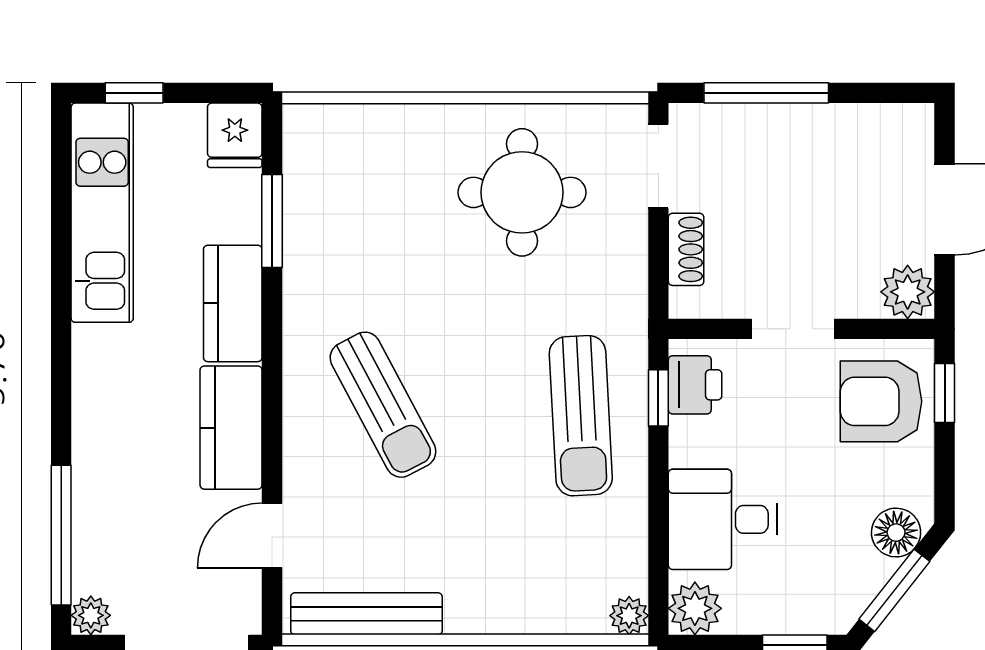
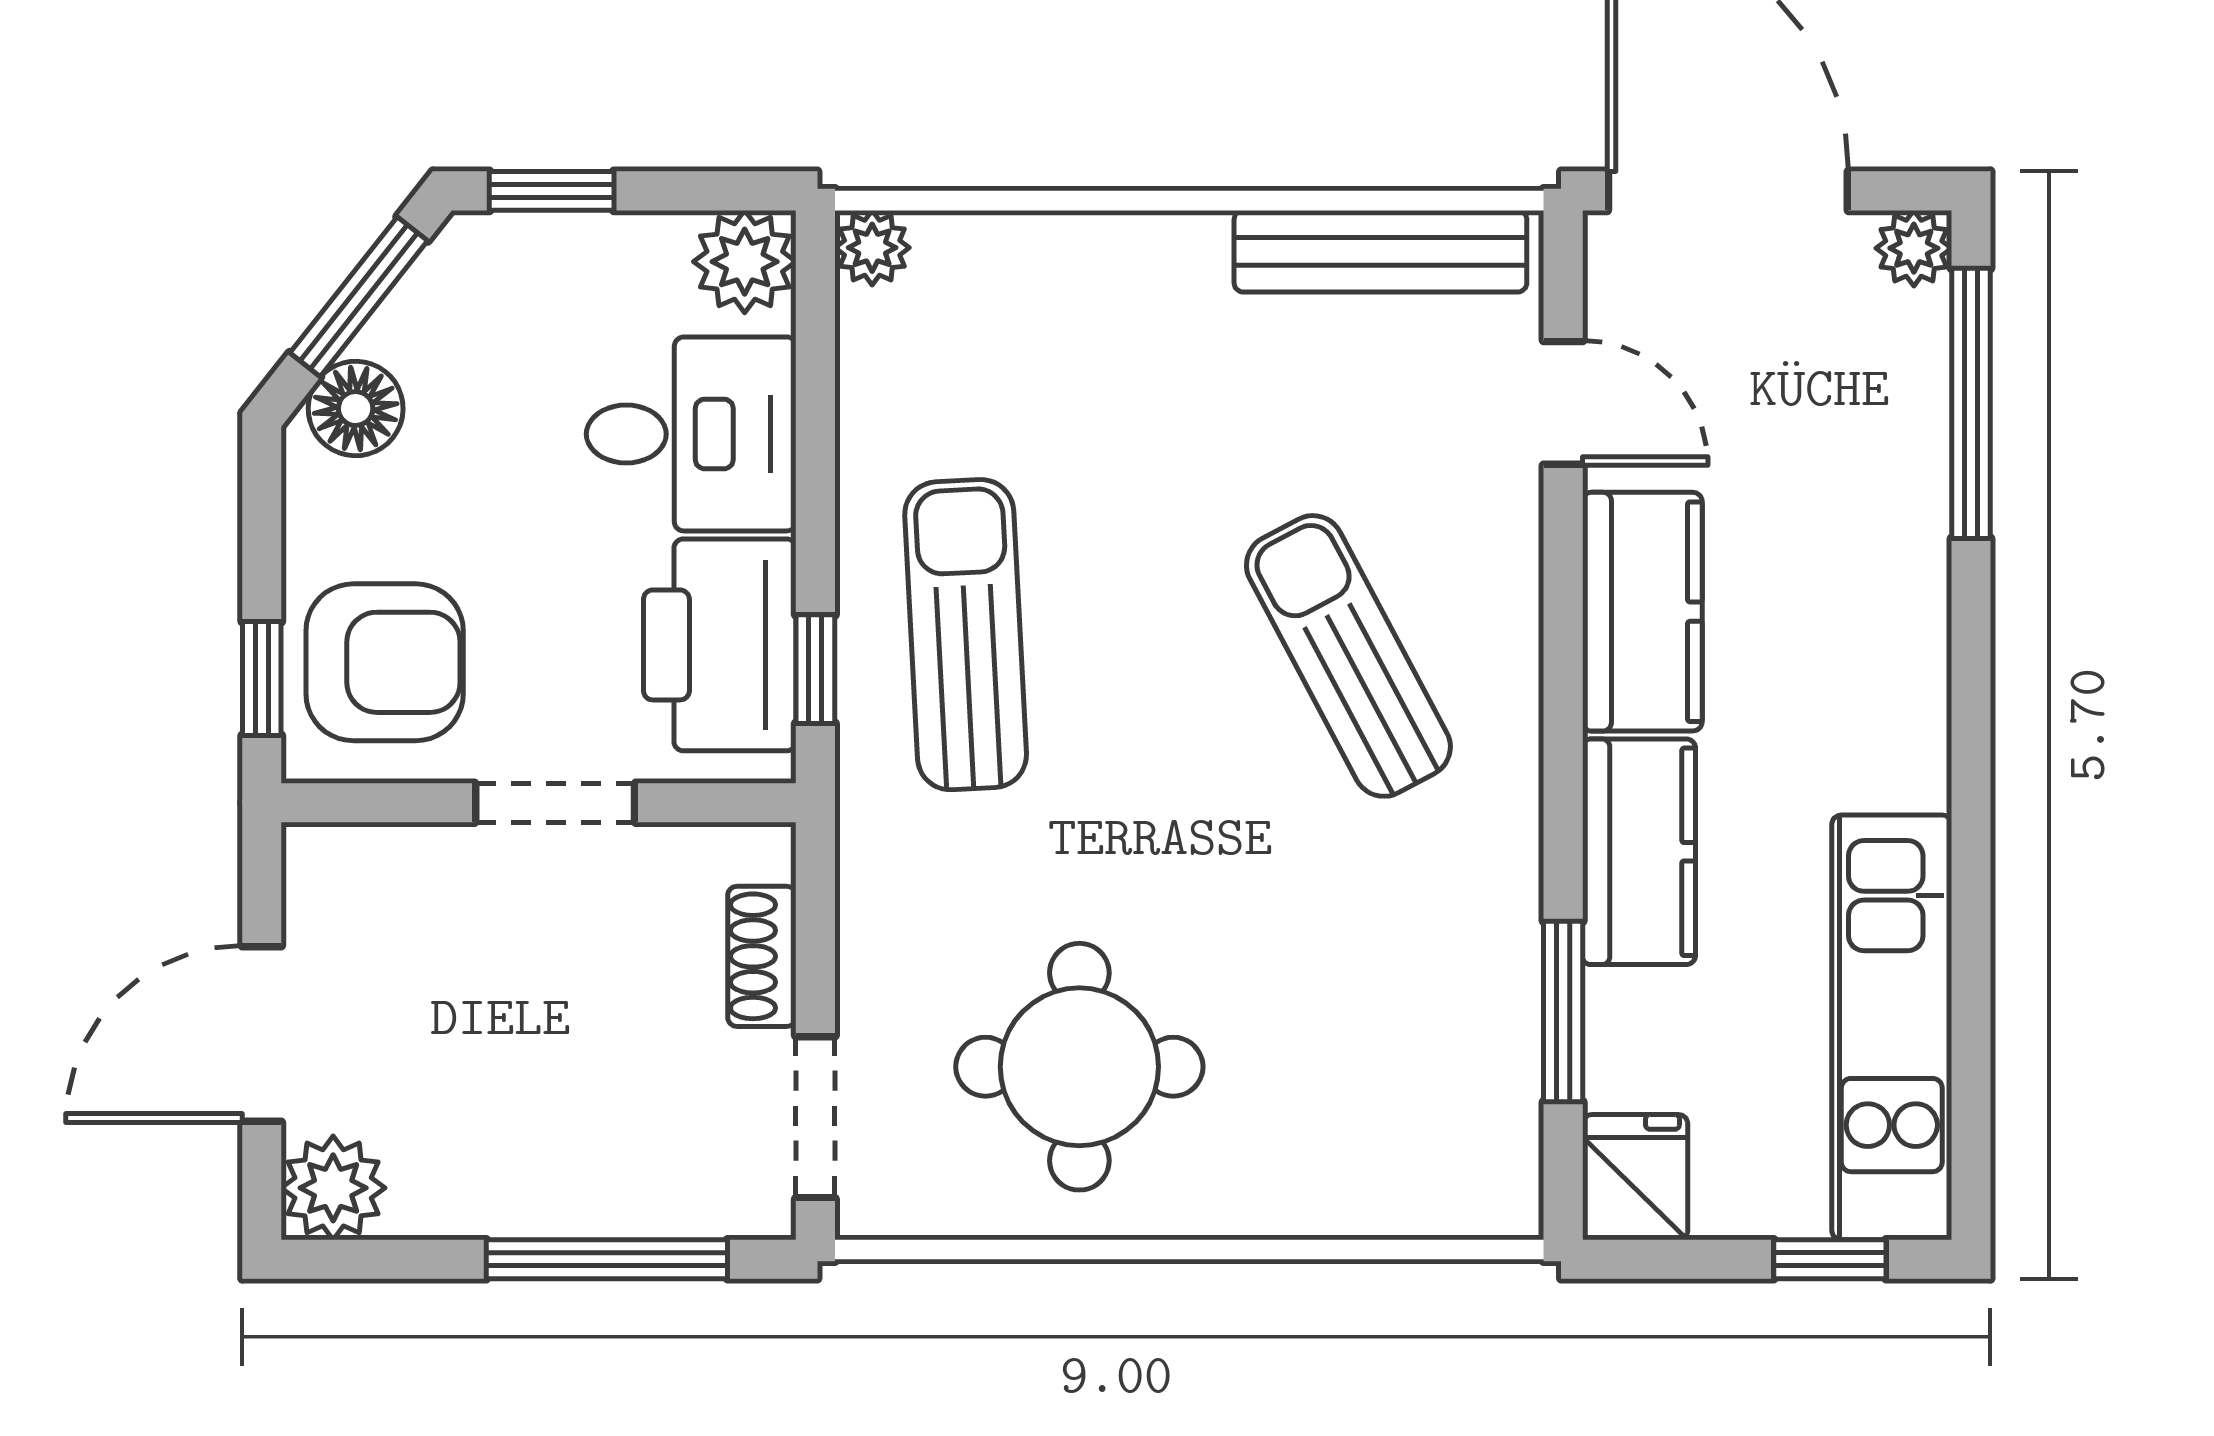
plant: (908, 292) -> (333, 1188), moved
printer: (695, 385) -> (720, 645), width x1.87, depth x1.48
door: (272, 535) -> (1563, 403), hinge flipped

